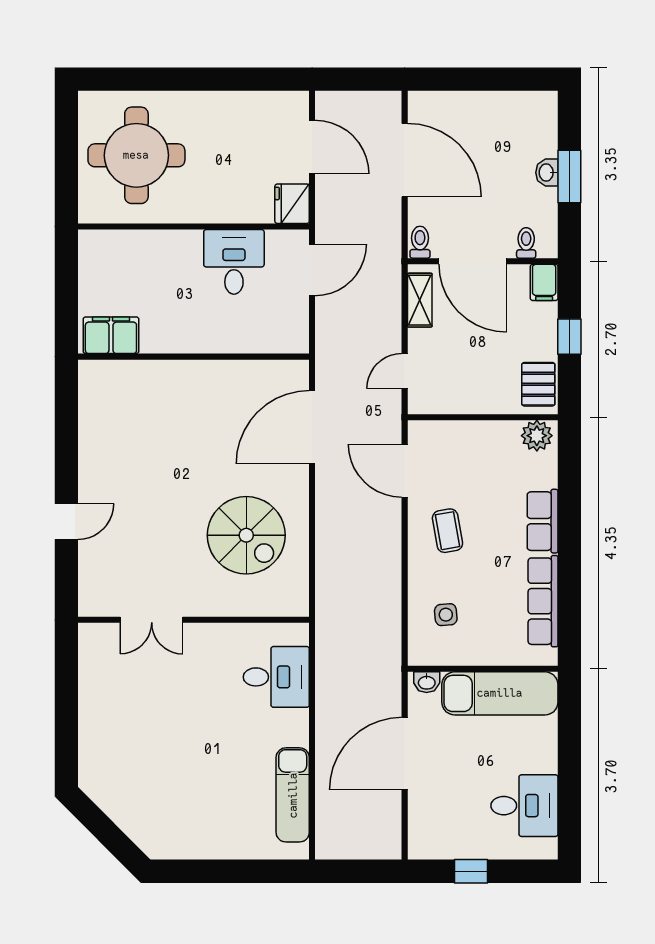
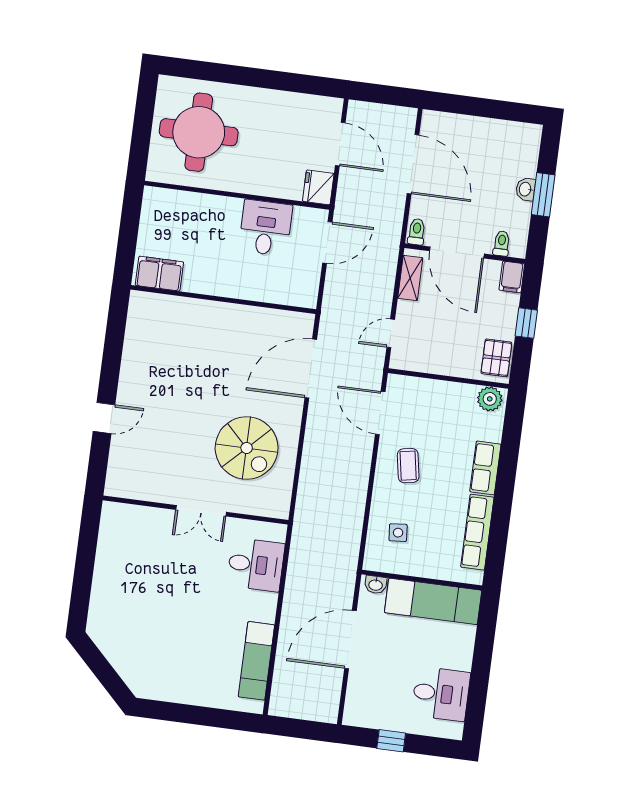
double door: (152, 620) -> (201, 511), moved

